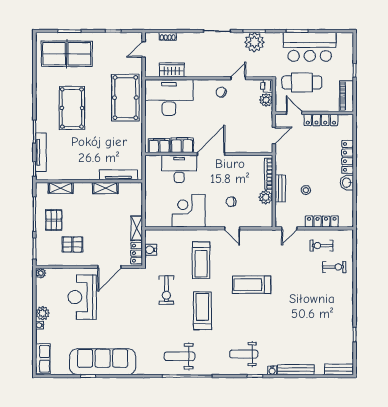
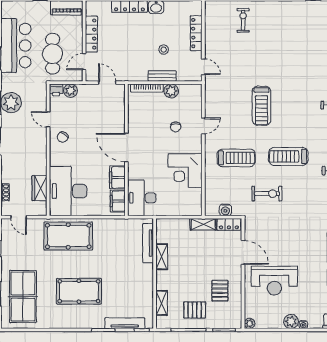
desk: (179, 169) -> (142, 198), moved
exercise bike: (321, 246) -> (221, 33), removed

